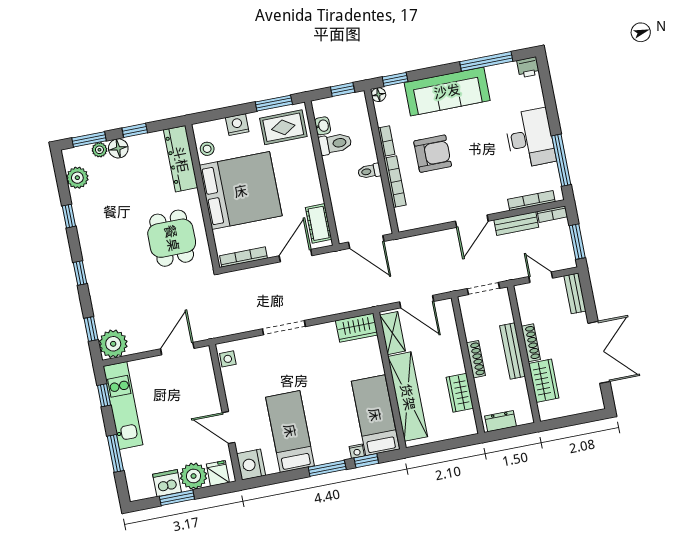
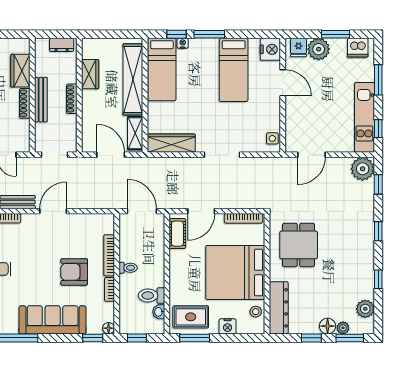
wardrobe: (357, 328) -> (171, 143), width x1.50
dishwasher: (167, 483) -> (358, 48), moved

